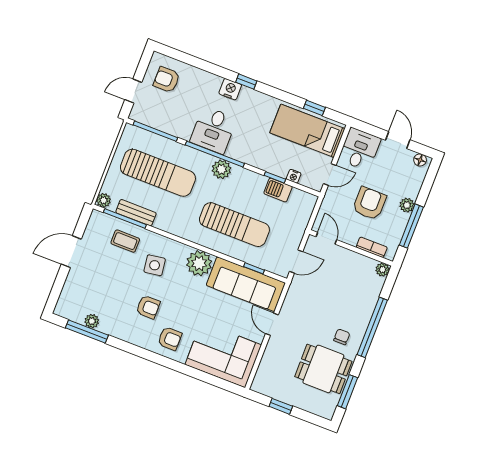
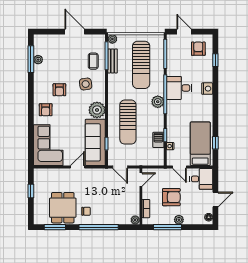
window: (246, 82) -> (215, 60), moved

